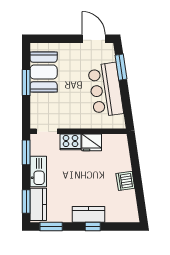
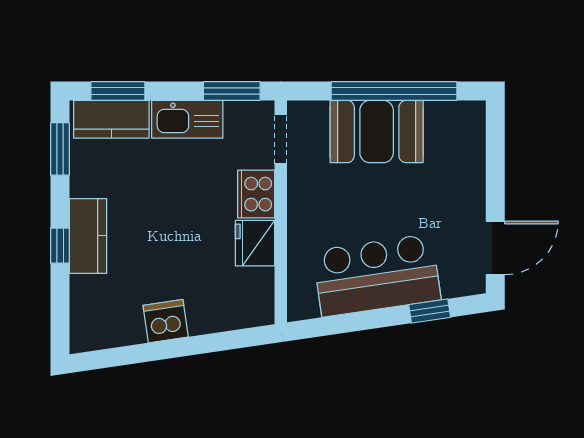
window: (121, 67) -> (430, 311), width x0.67
booth: (44, 72) -> (377, 132), moved
window: (26, 82) -> (394, 91), width x2.11

